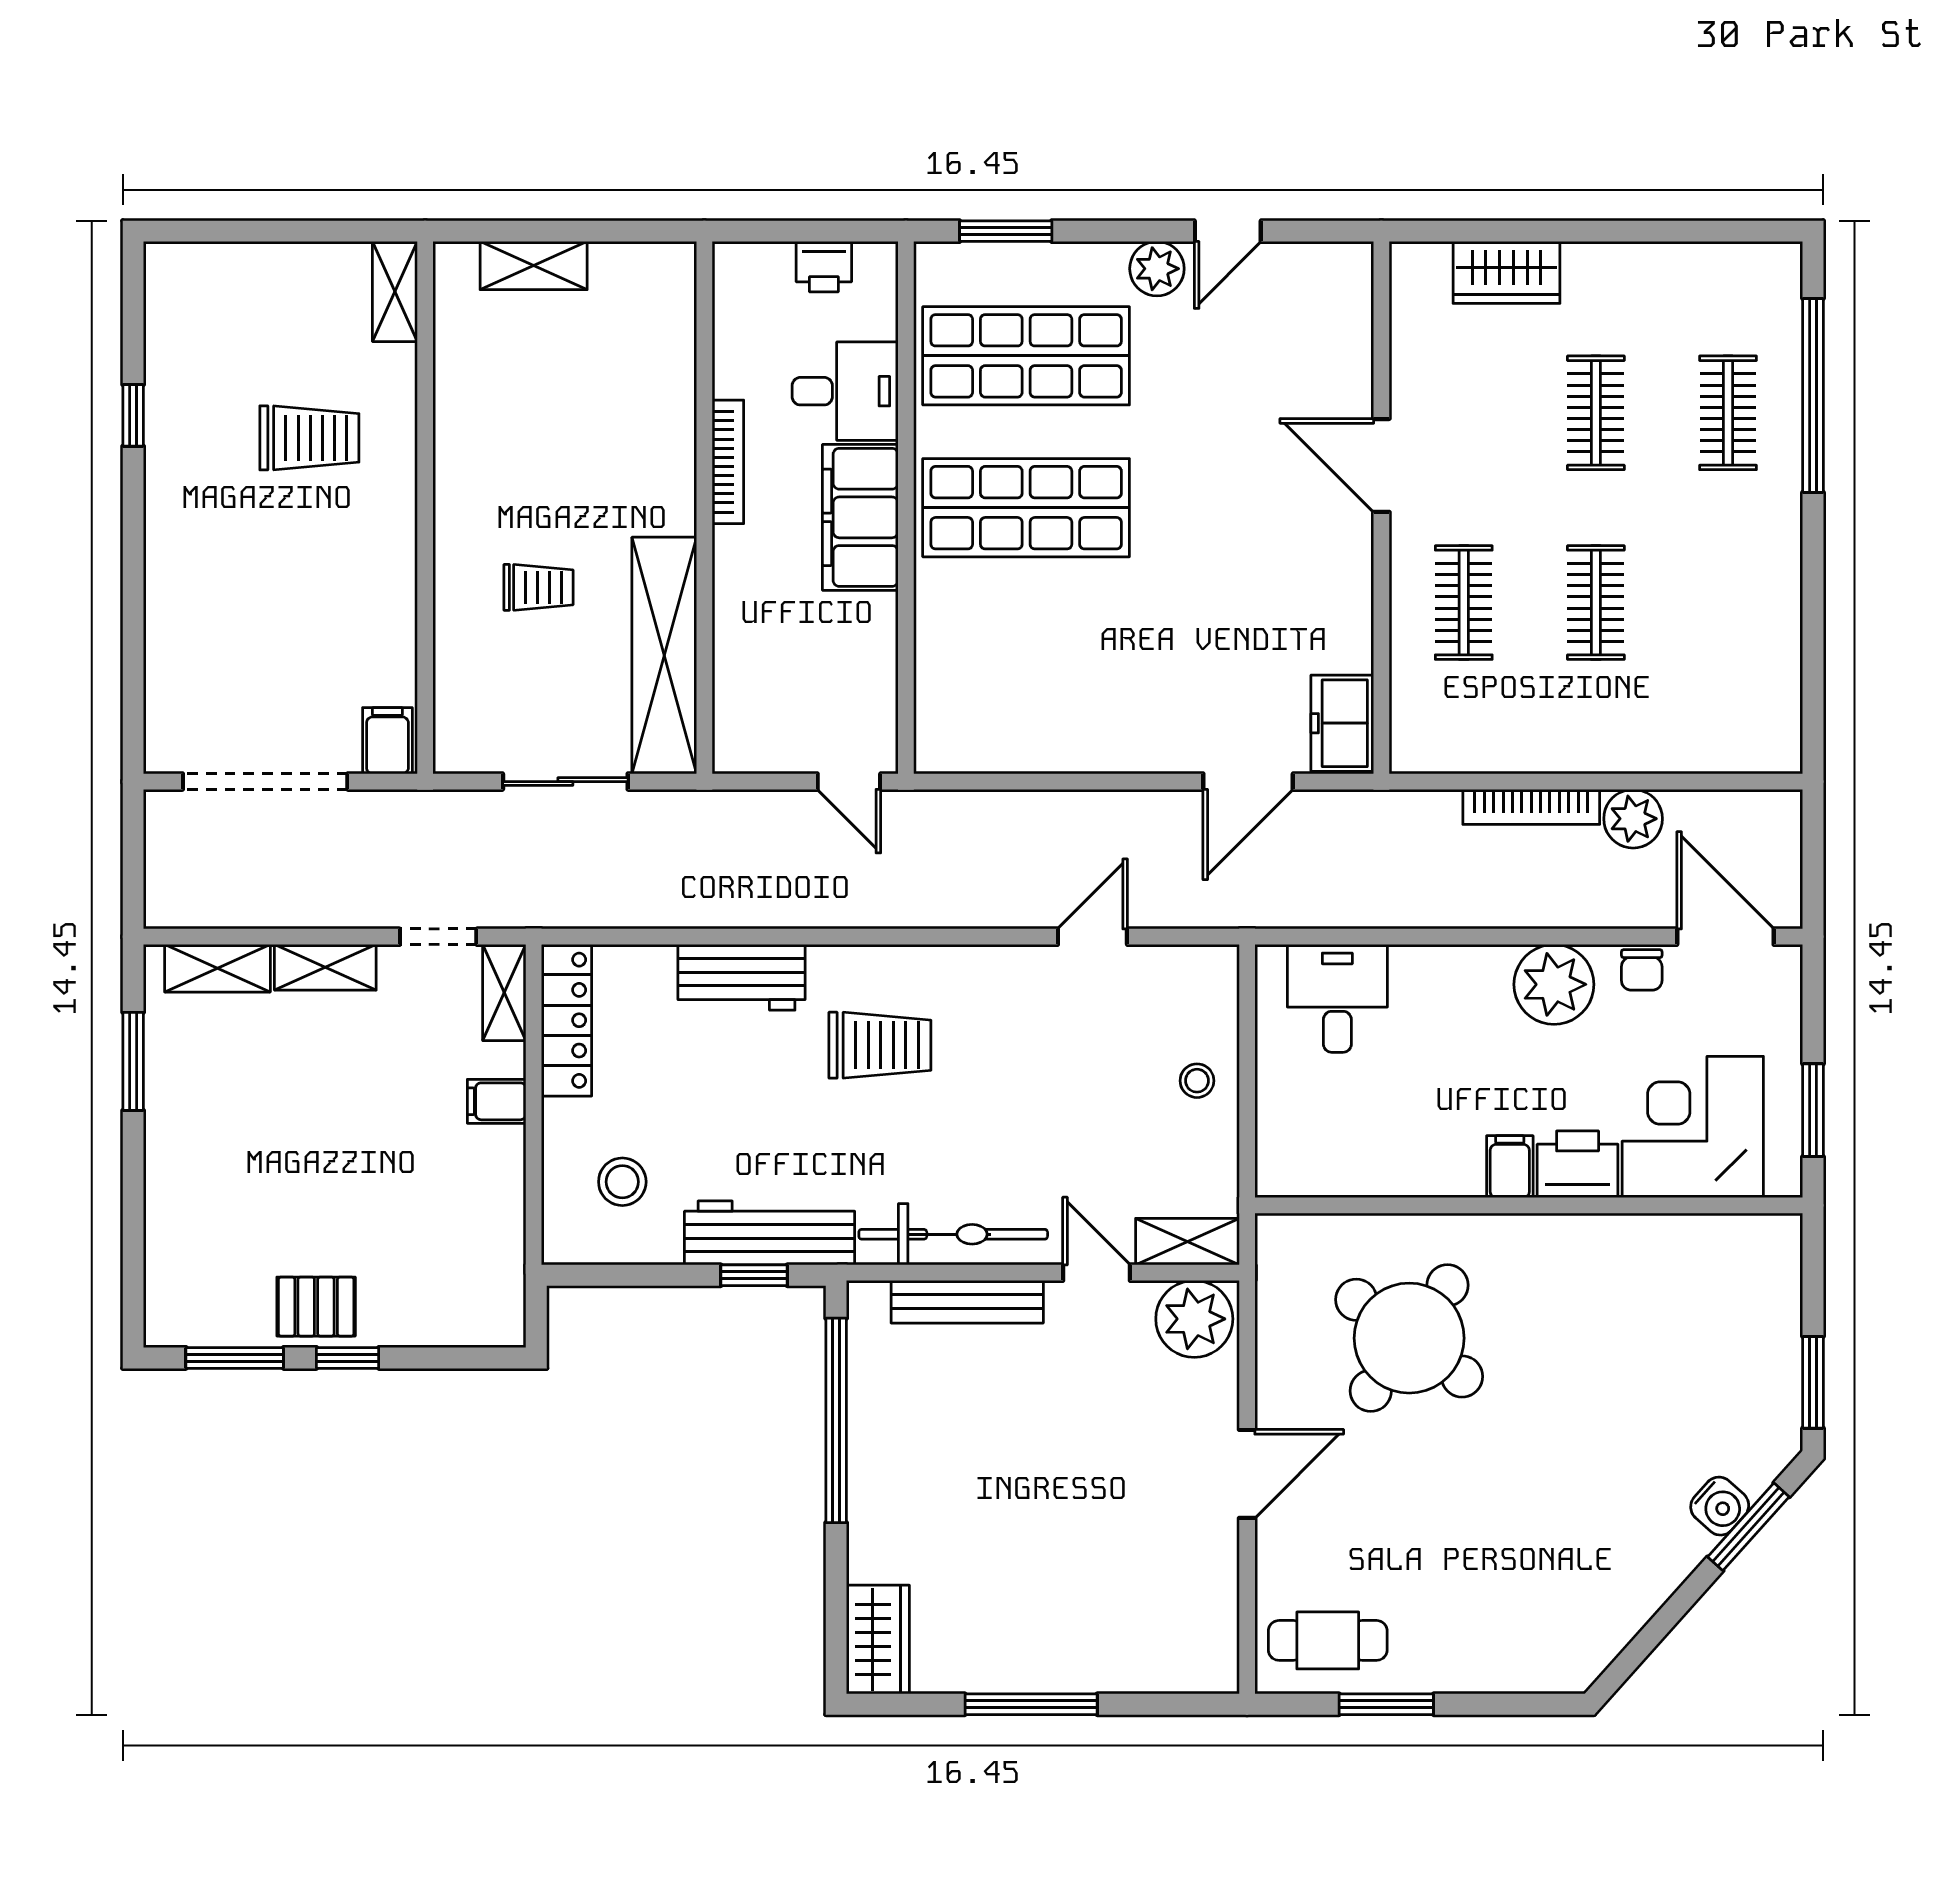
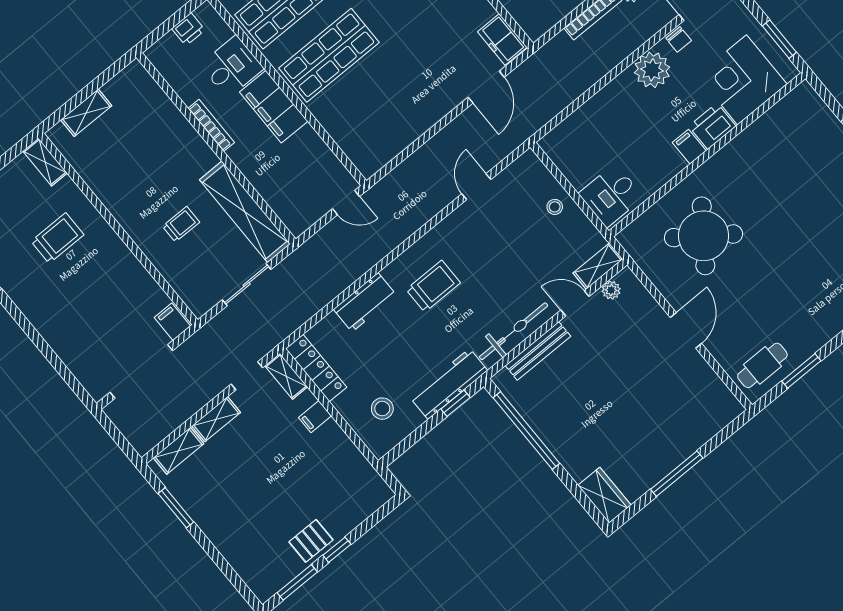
desk: (1337, 998) -> (611, 195), moved, turned -90
plant: (1194, 1319) -> (611, 290), width x0.53, depth x0.53

